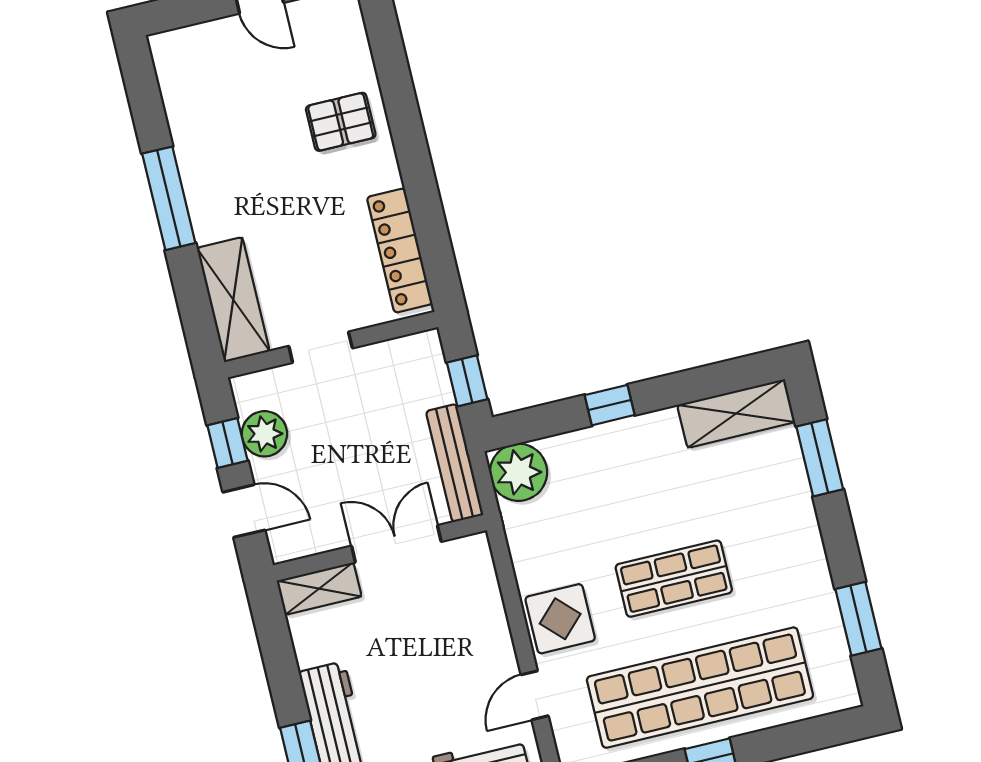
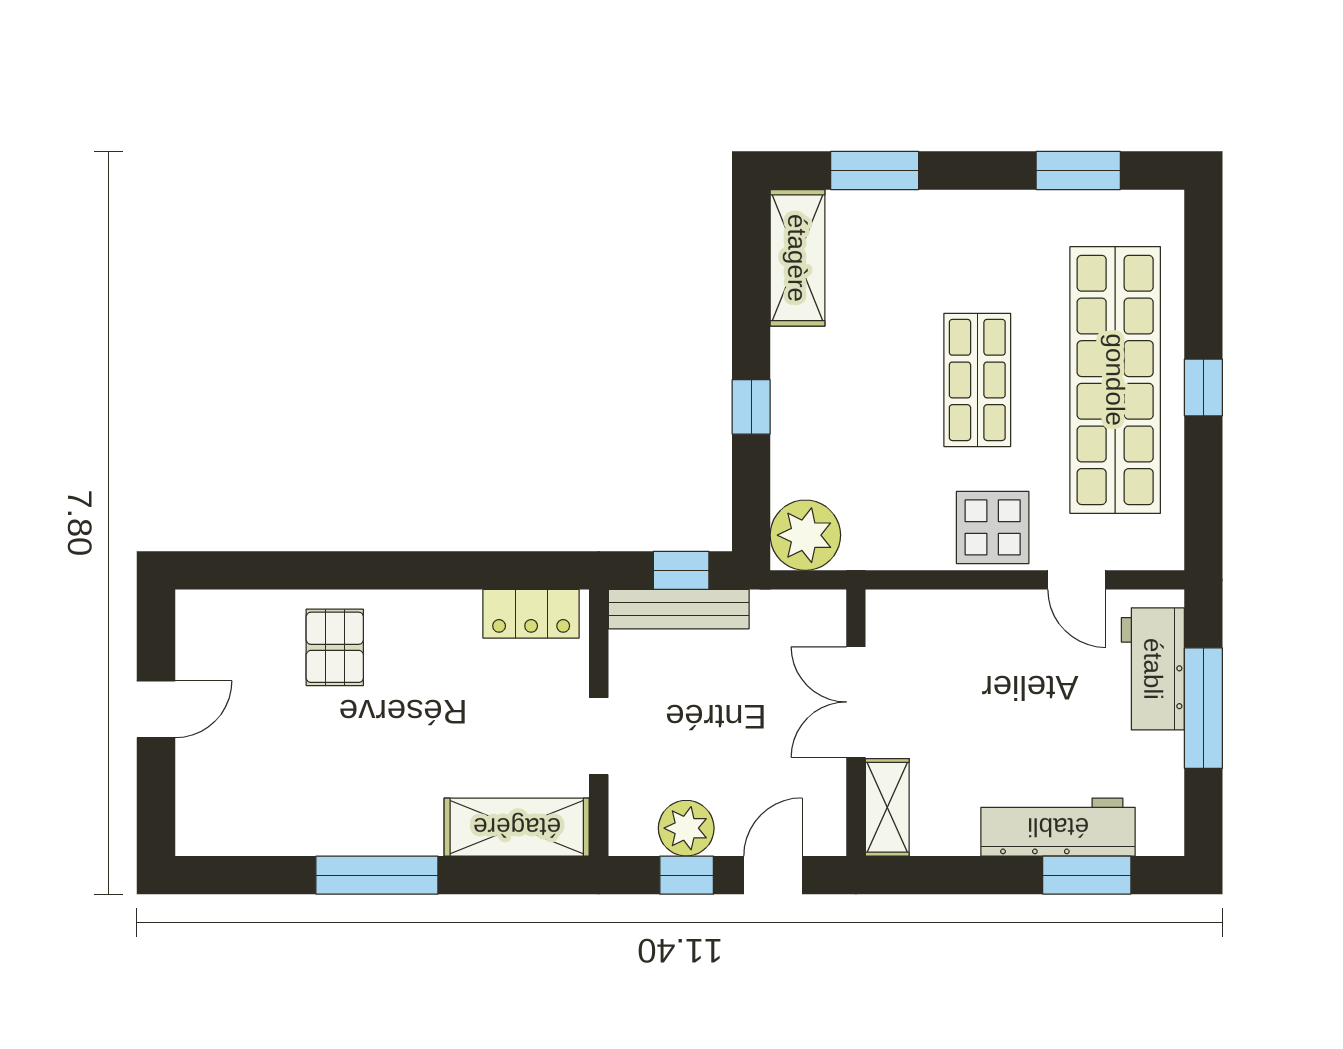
locker: (400, 251) -> (531, 614), width x0.66
bench: (455, 463) -> (679, 609), moved

